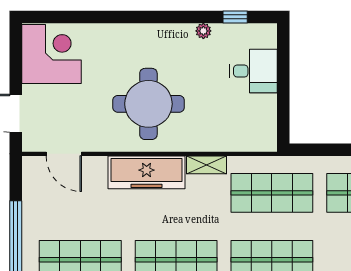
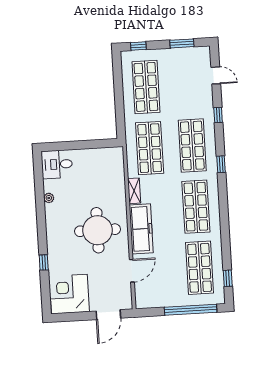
window: (235, 17) -> (44, 262), moved
desk: (254, 71) -> (57, 164), moved, turned -90
door: (64, 154) -> (132, 271), moved

